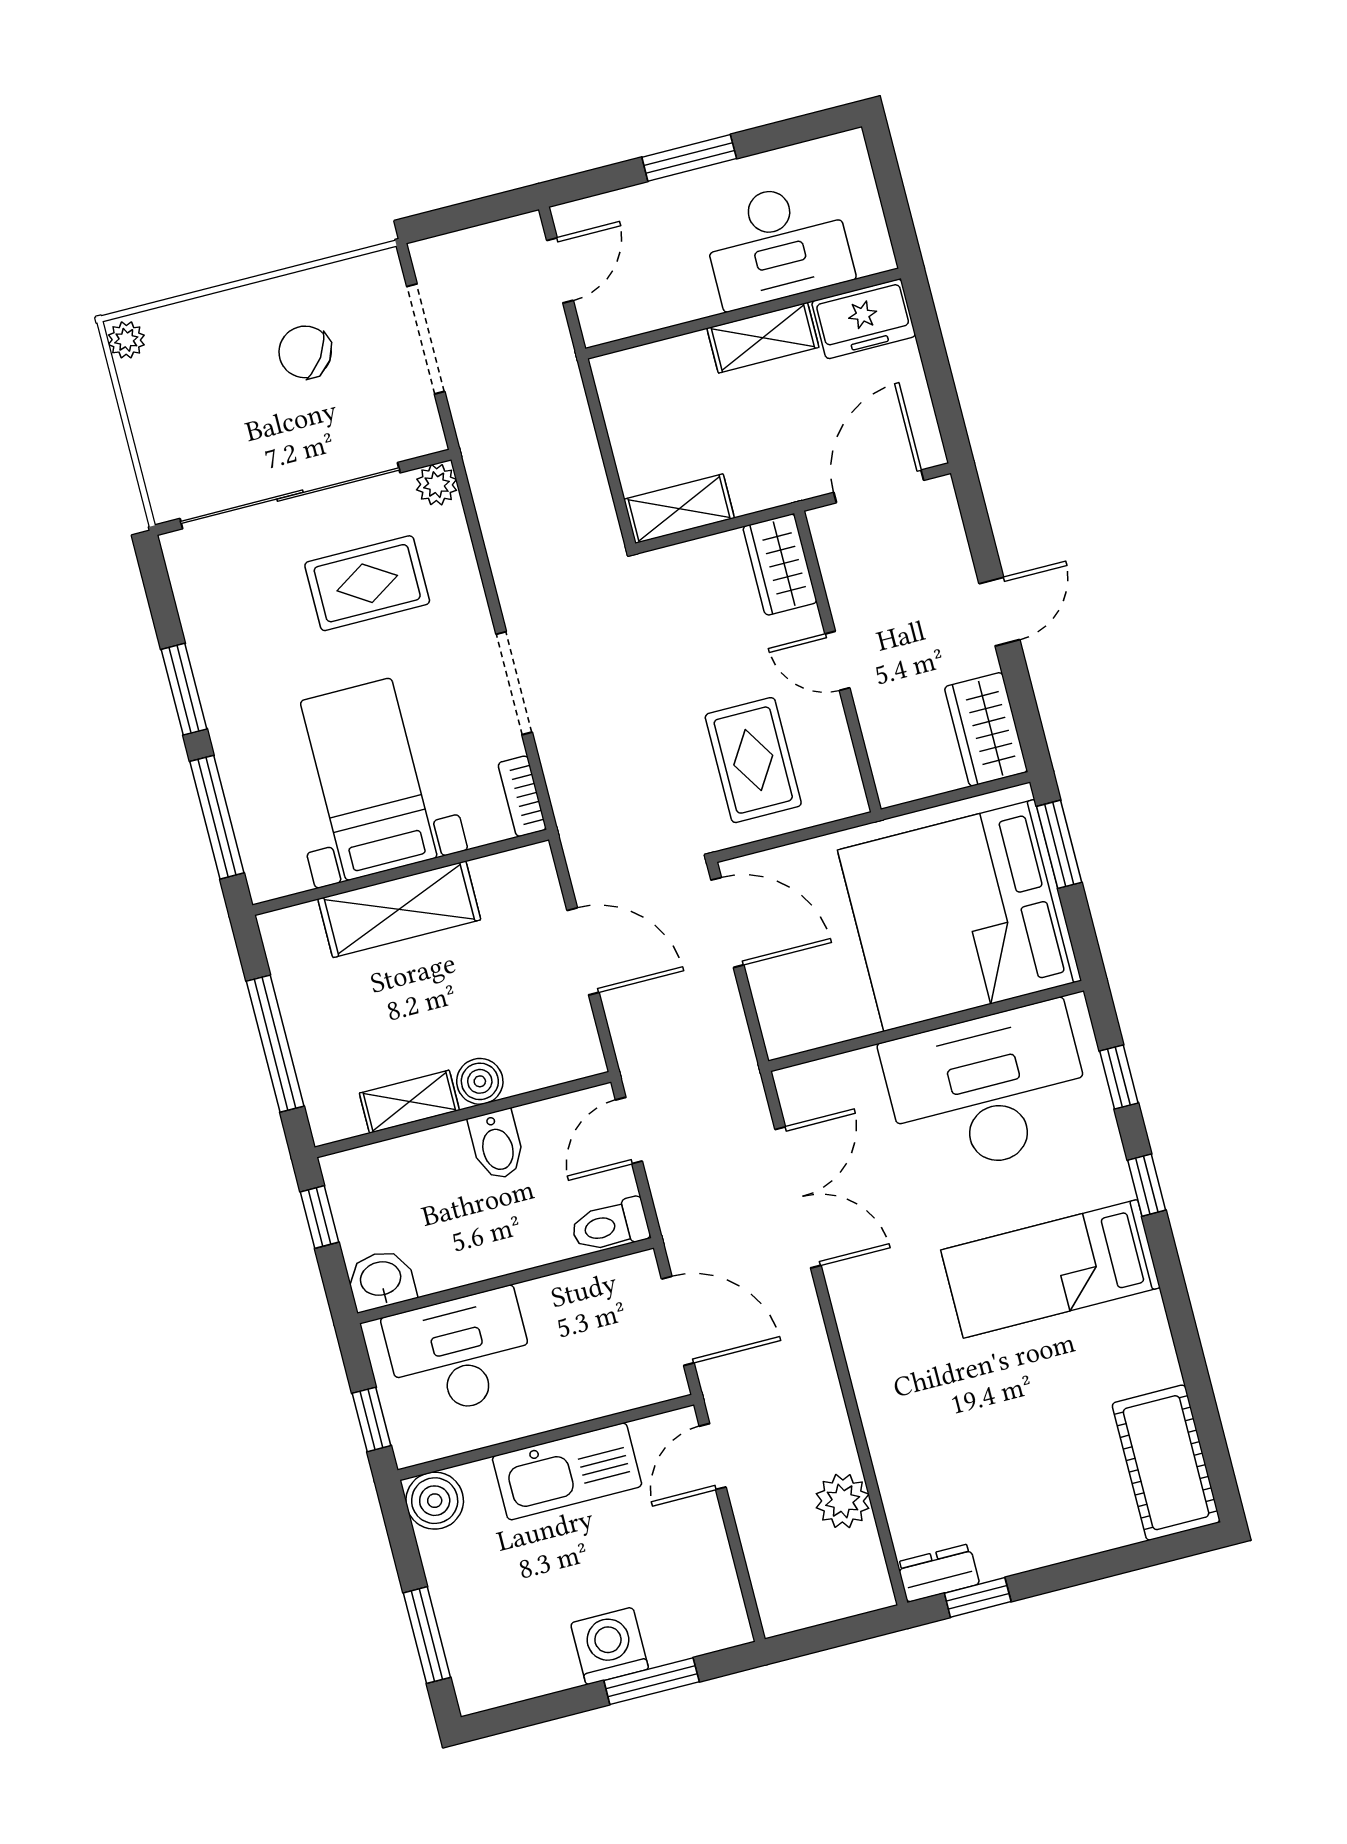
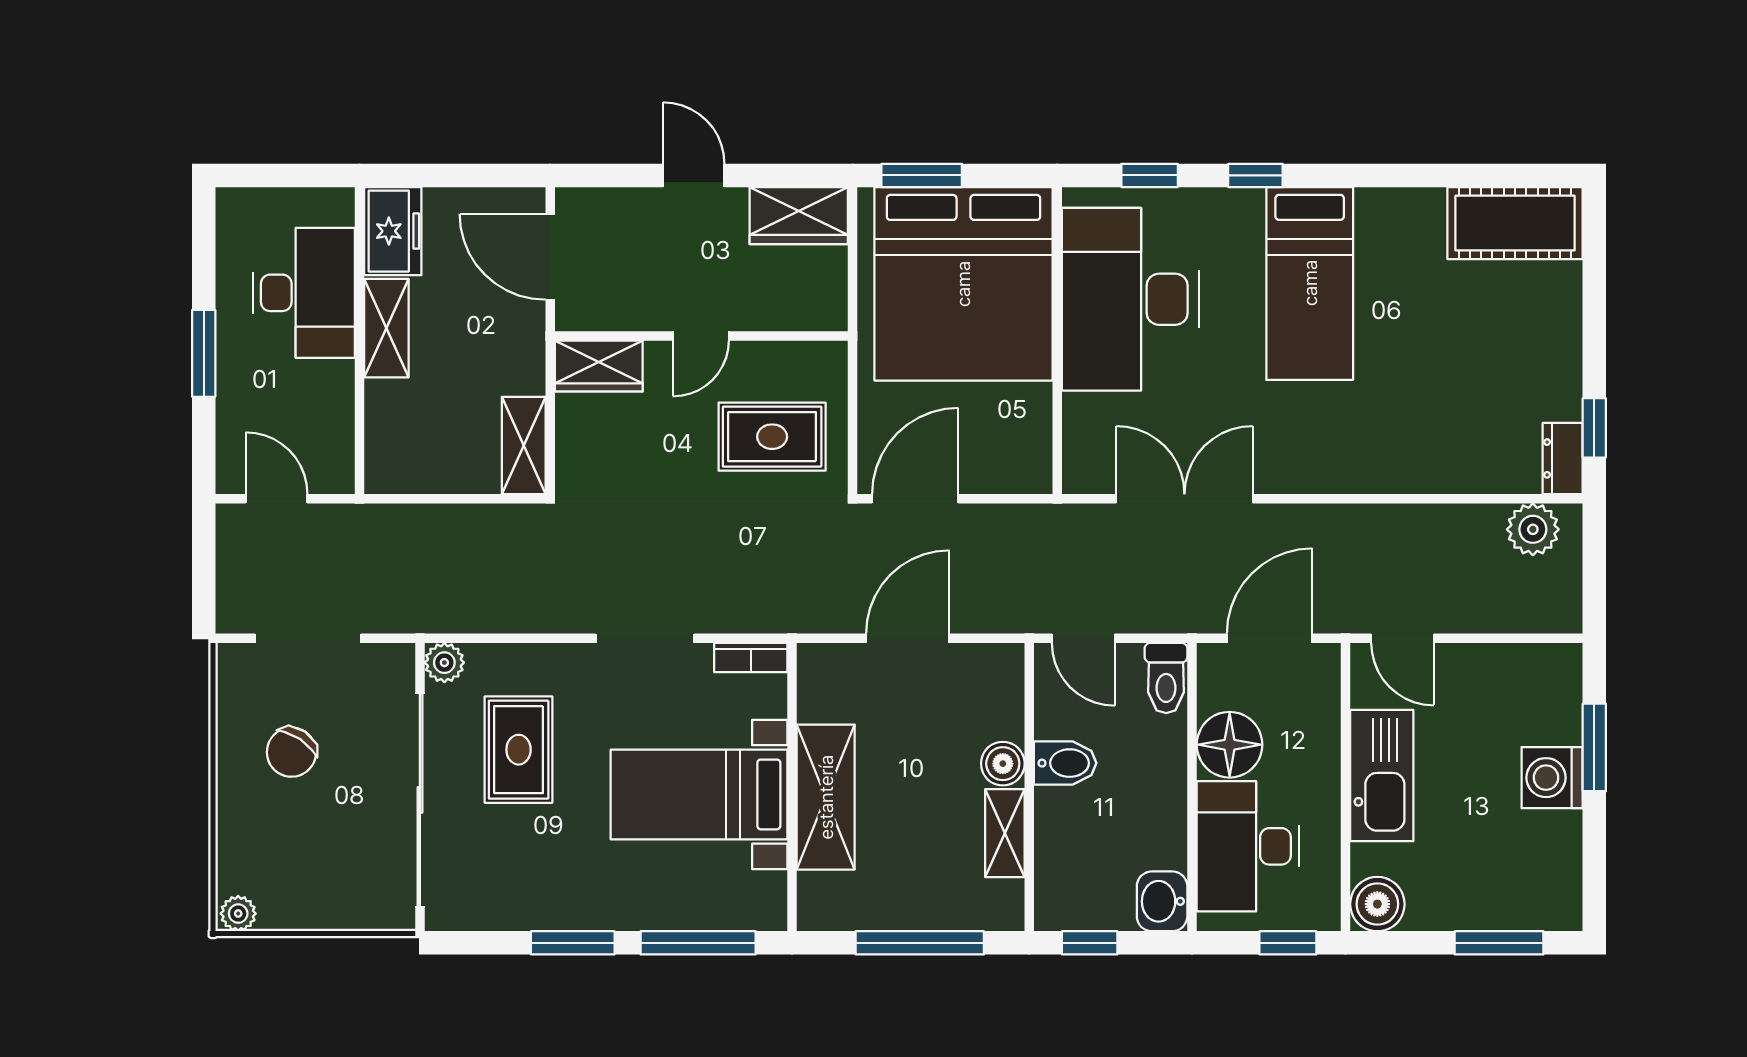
floor lamp: (559, 1308) -> (1230, 745), added
plant: (843, 1501) -> (1533, 529), moved

